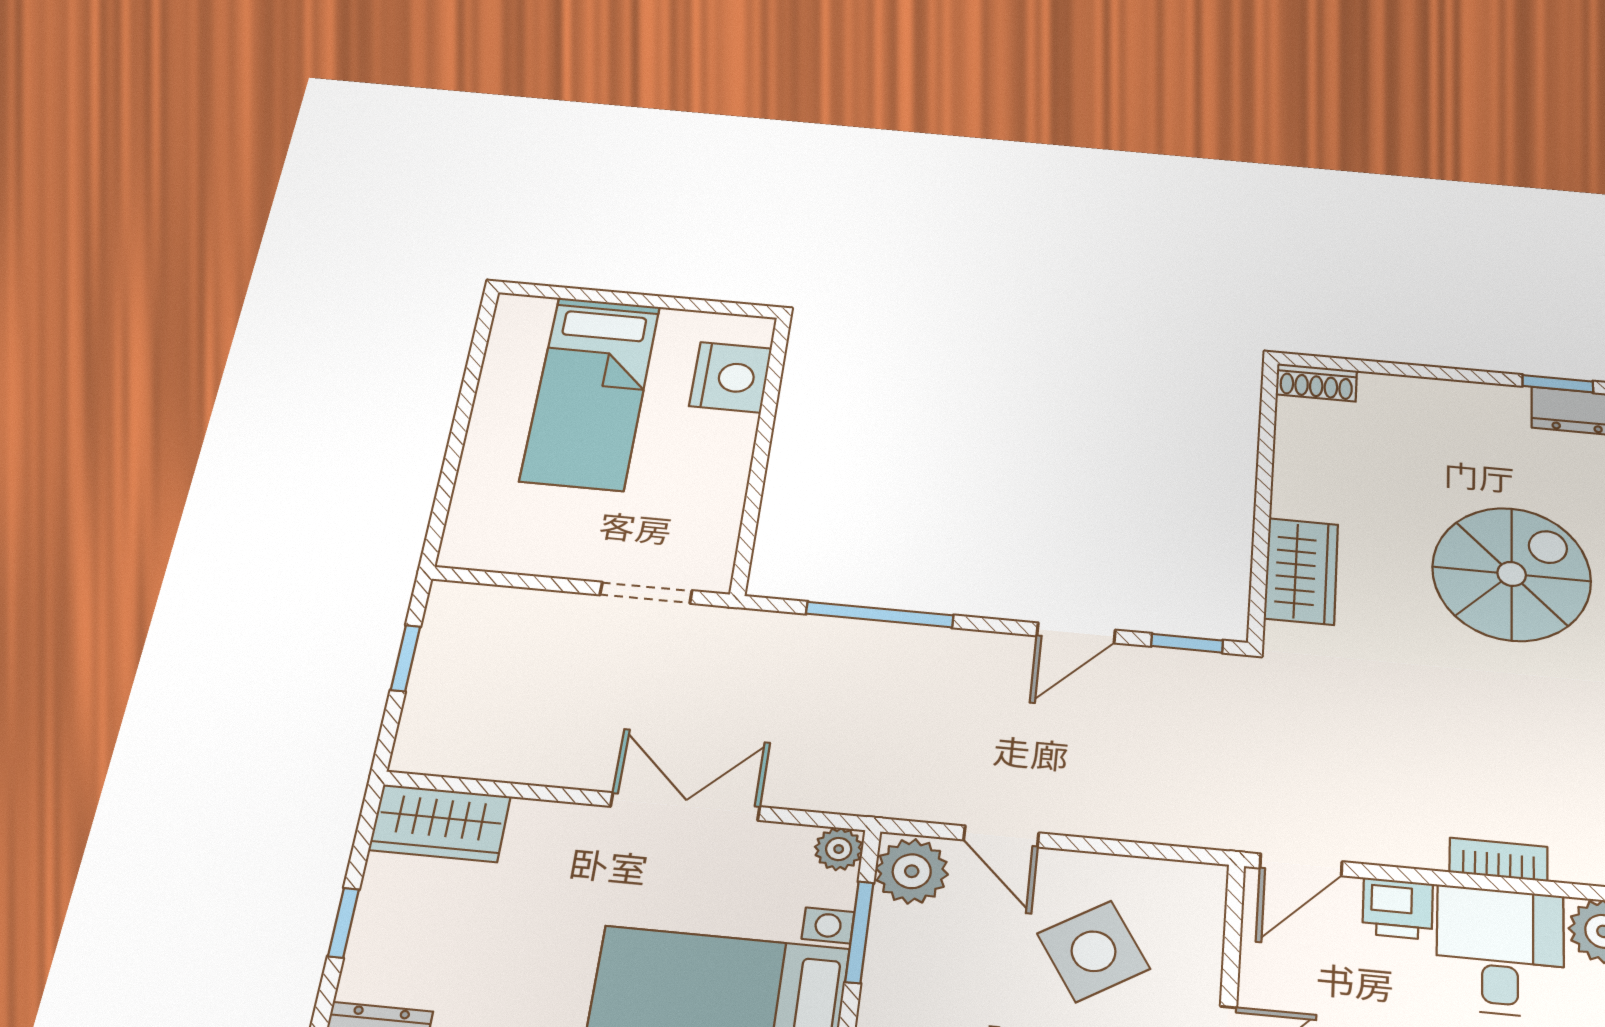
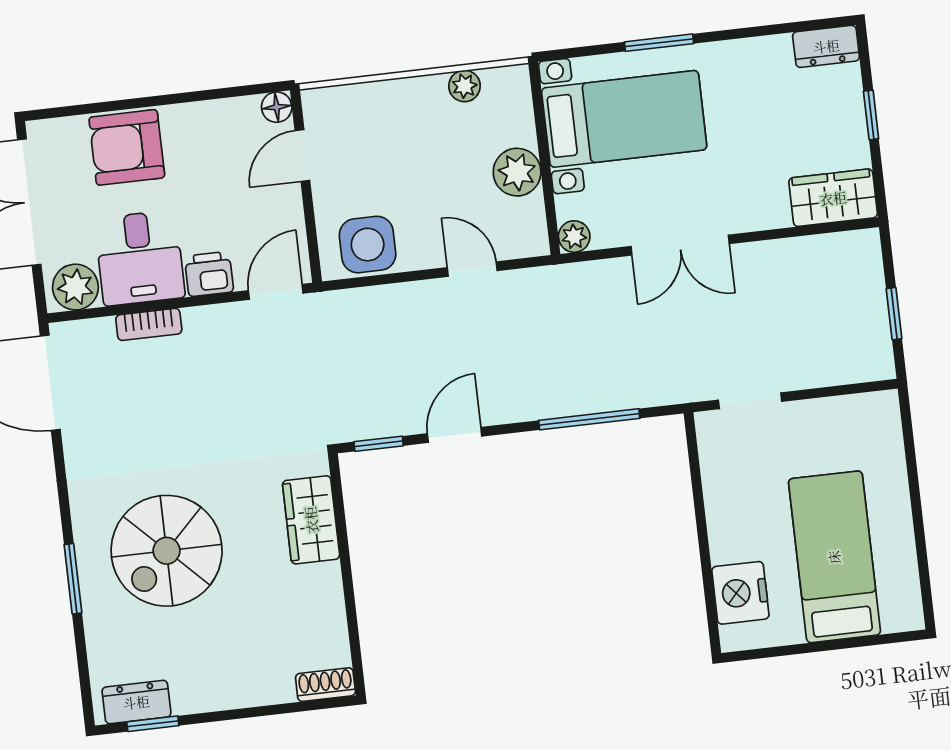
plant: (912, 871) -> (517, 172), moved
window: (859, 932) -> (547, 181), removed
side table: (1094, 951) -> (368, 245), moved, turned 32

